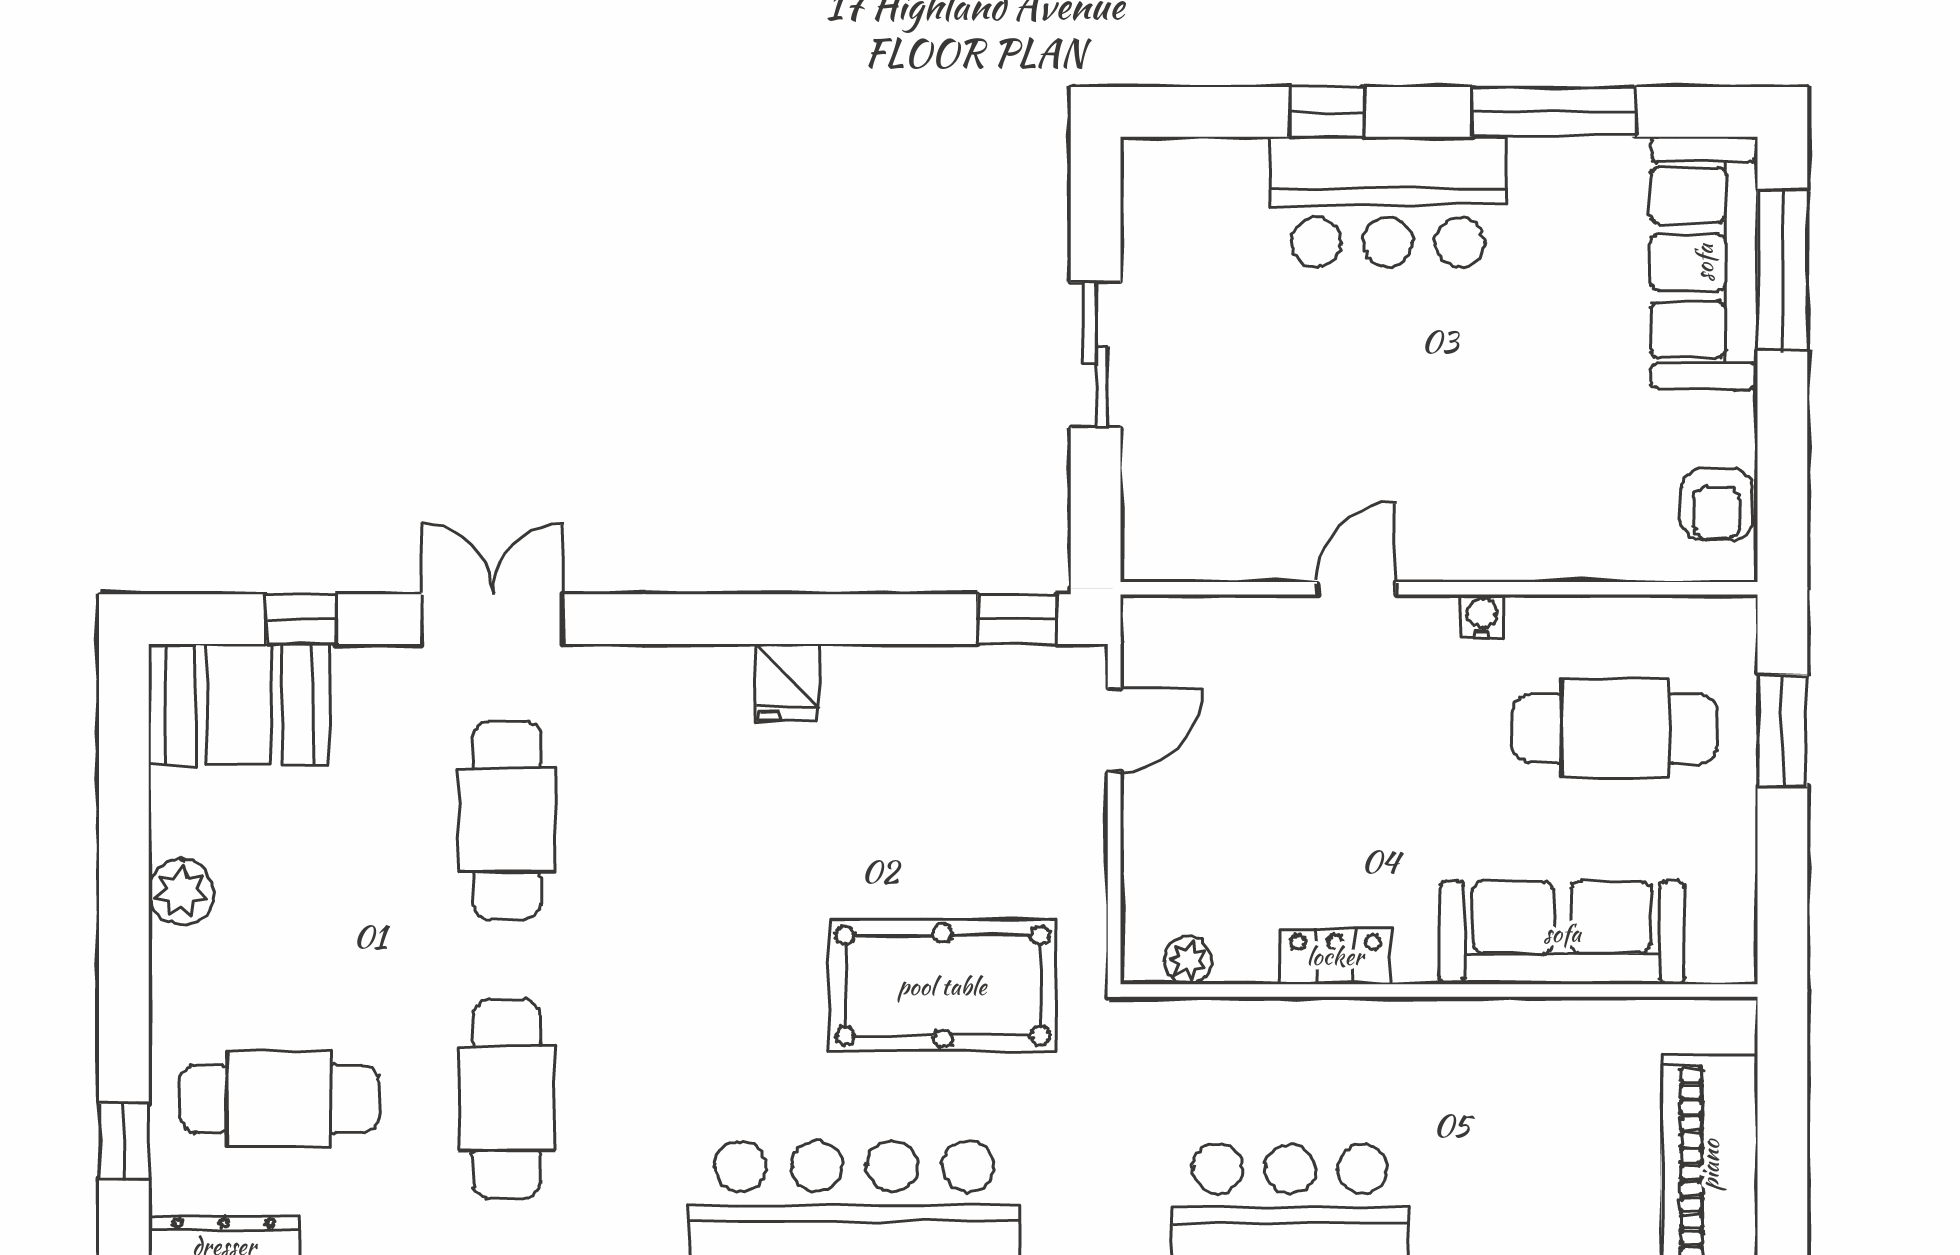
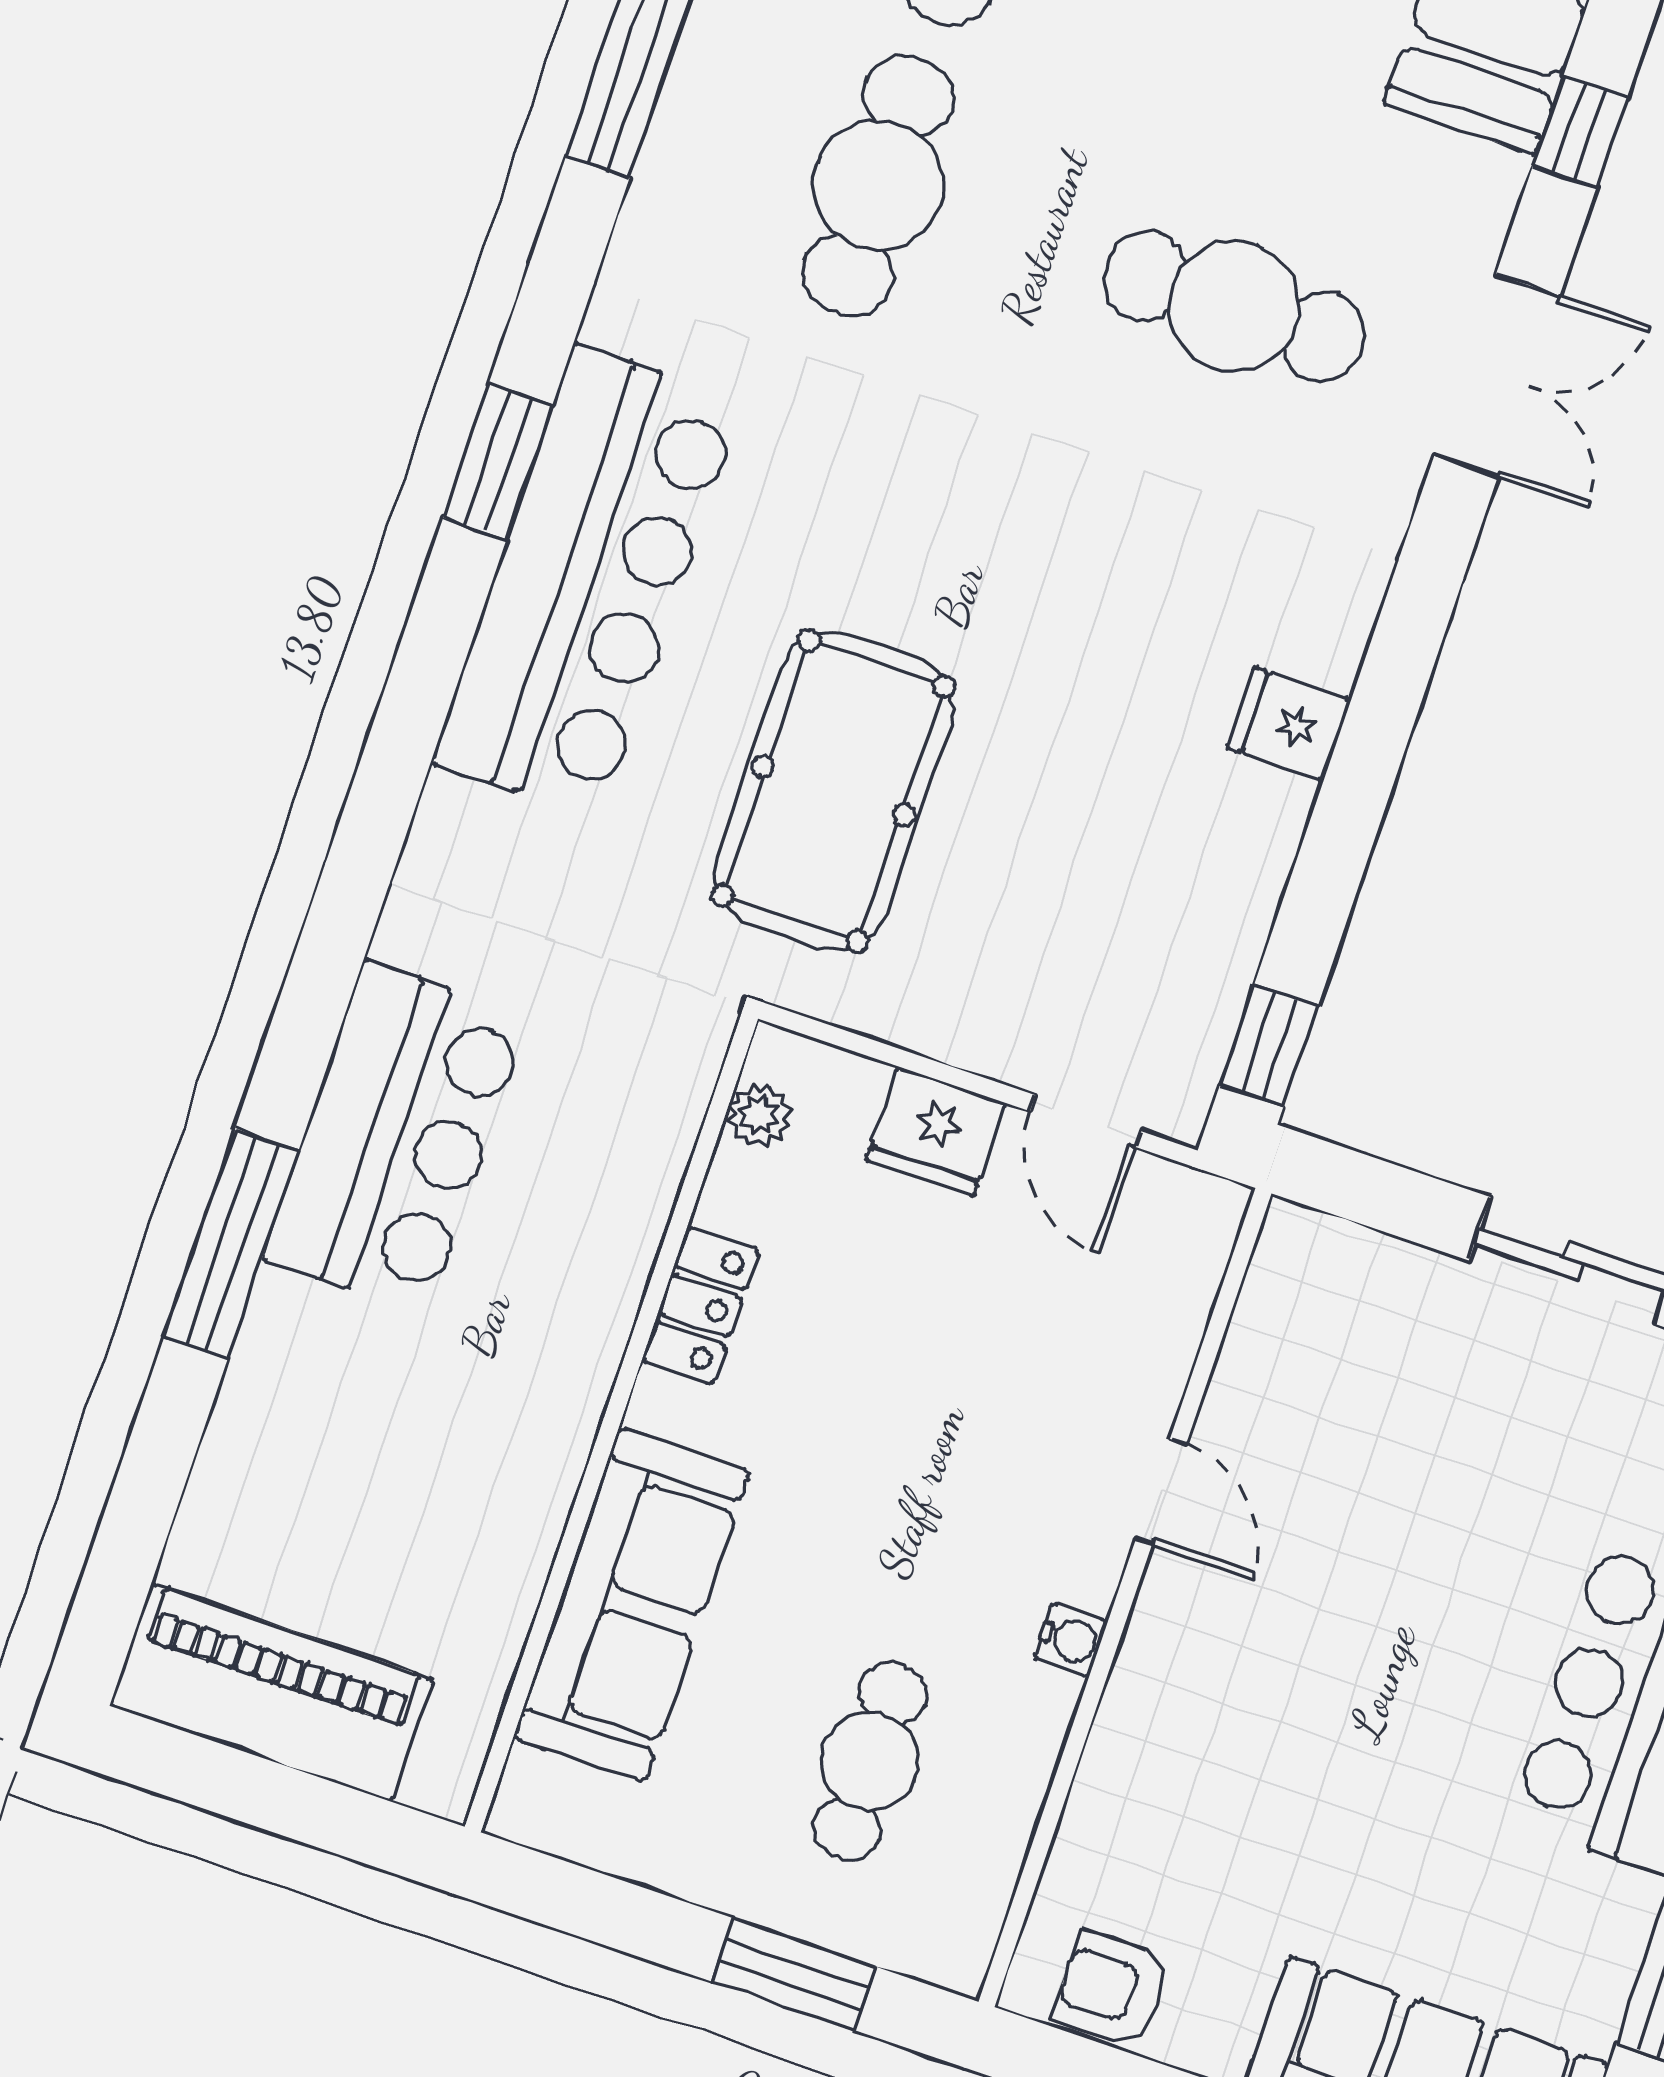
cafe table: (1615, 728) -> (870, 1761), width x0.73, depth x0.74
fridge: (1157, 832) -> (936, 1131), added
cafe table: (507, 1099) -> (878, 185), turned 90

